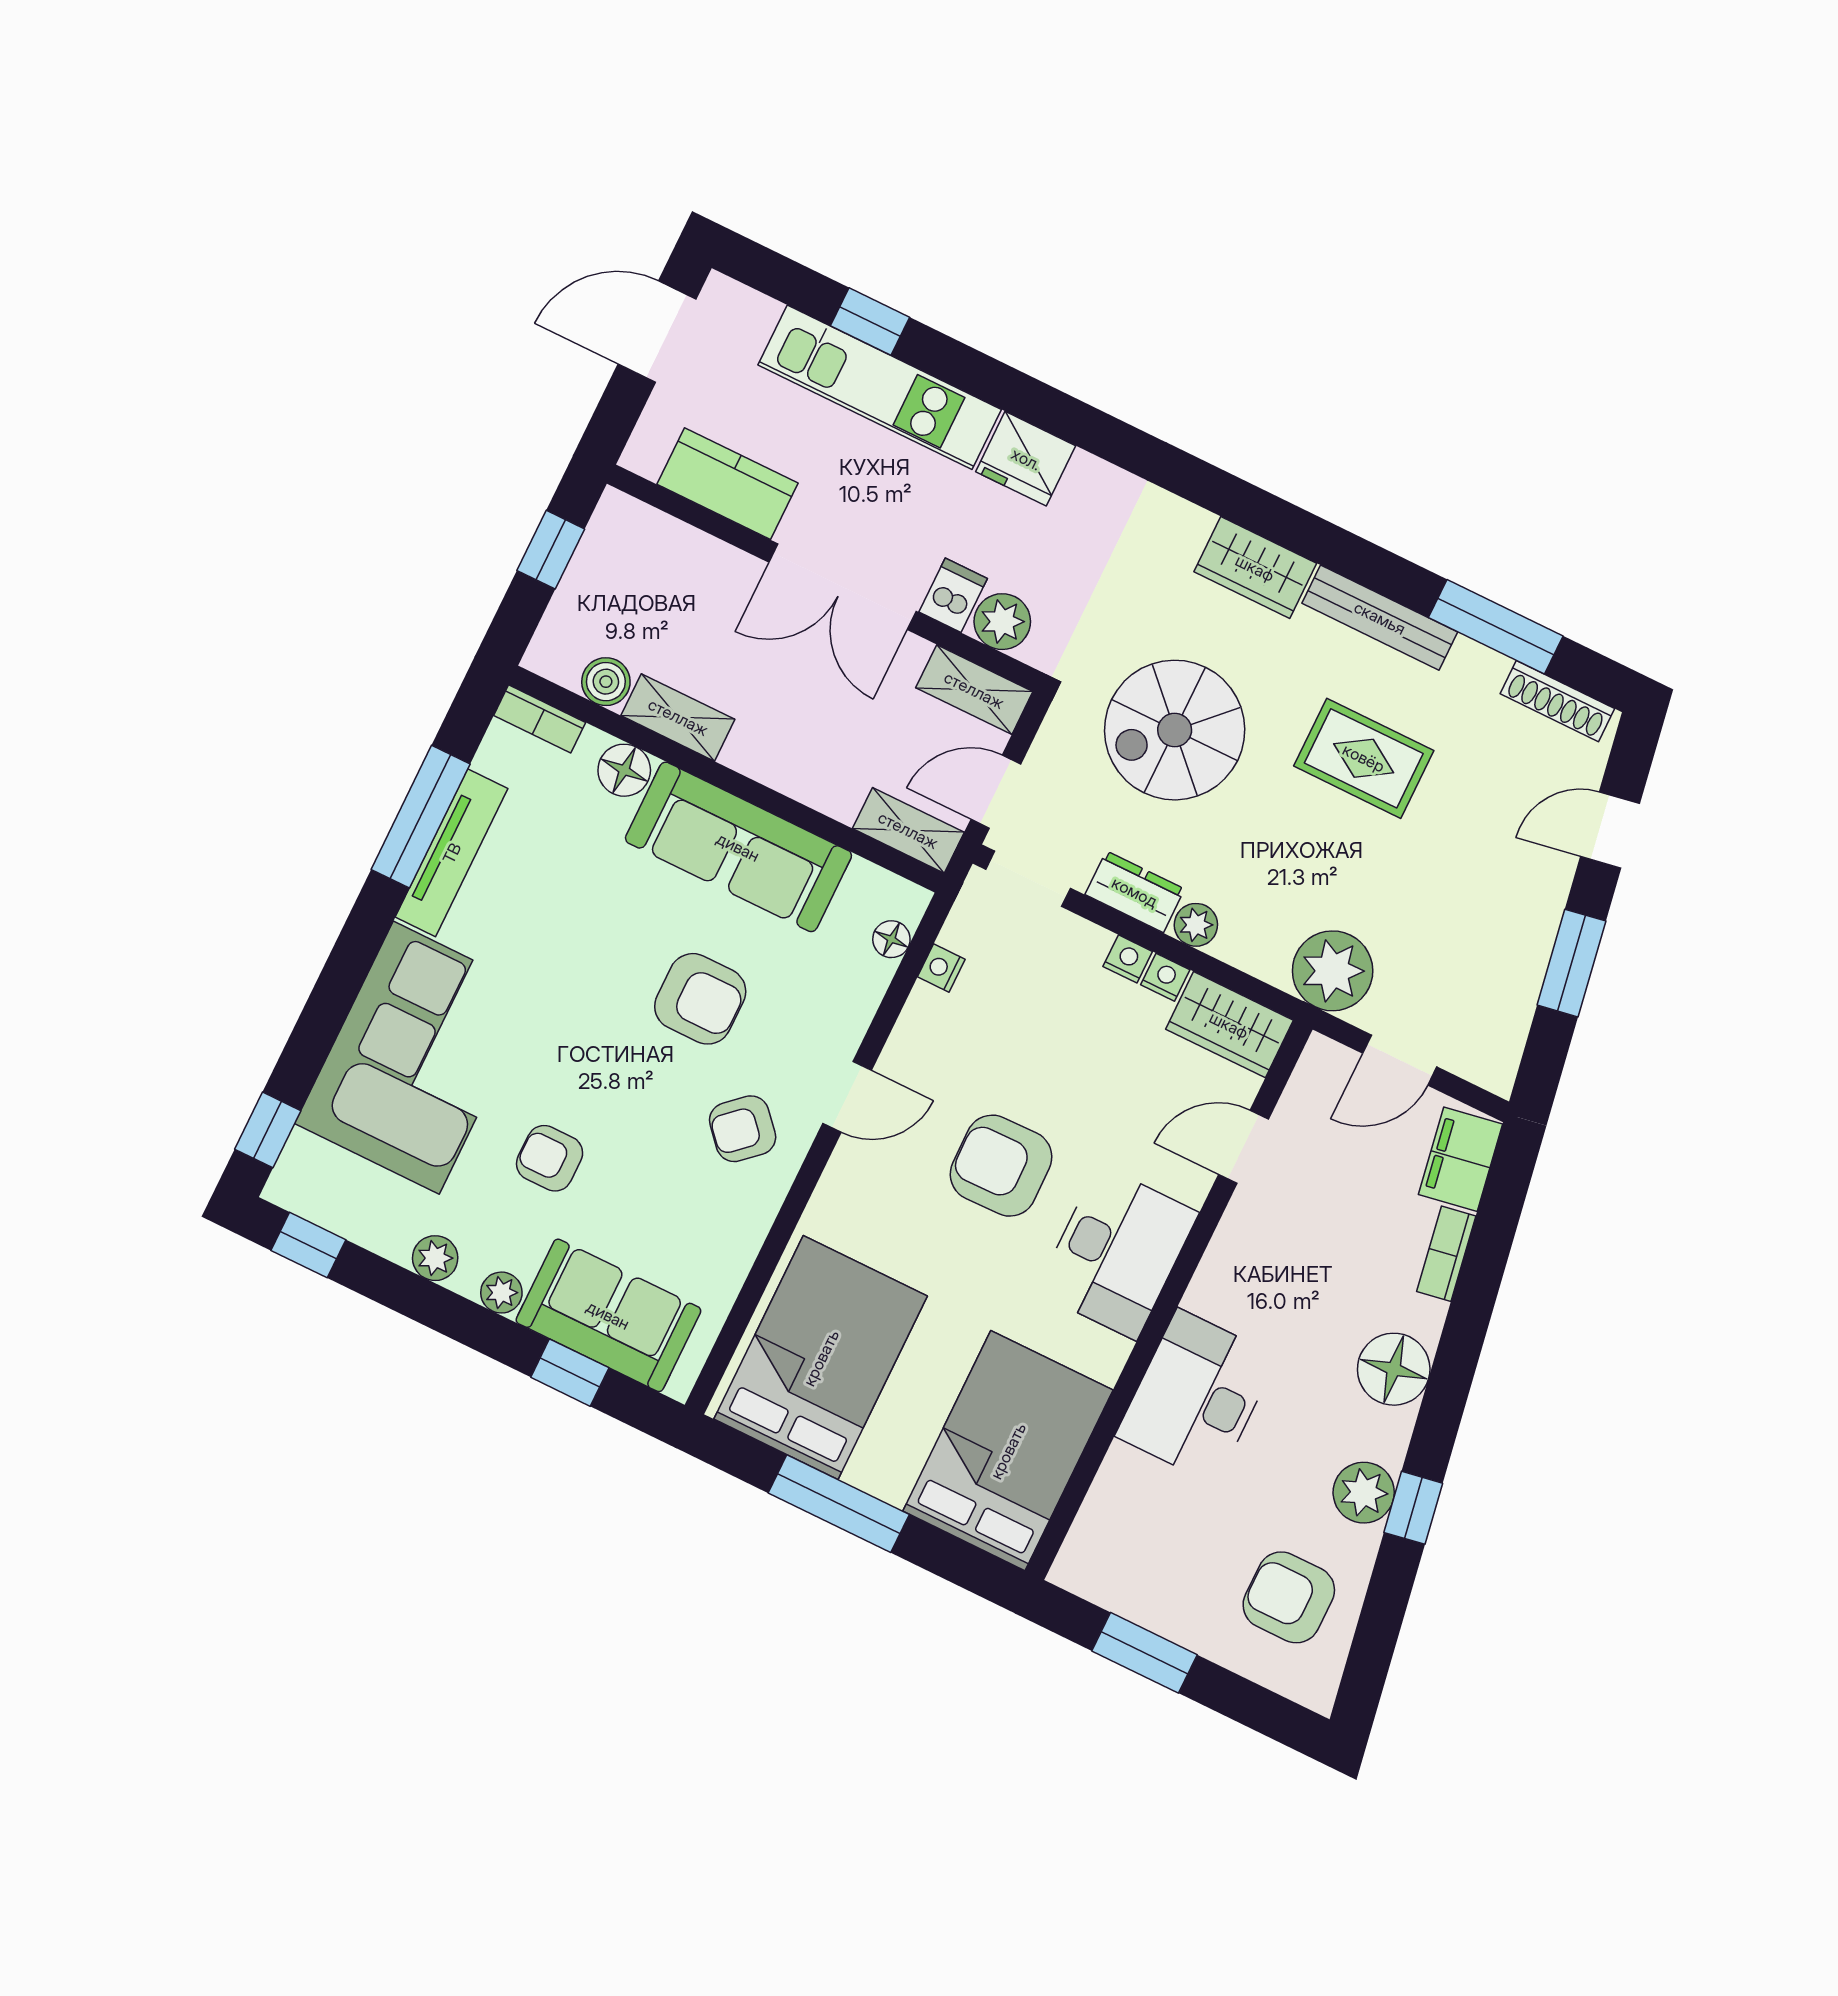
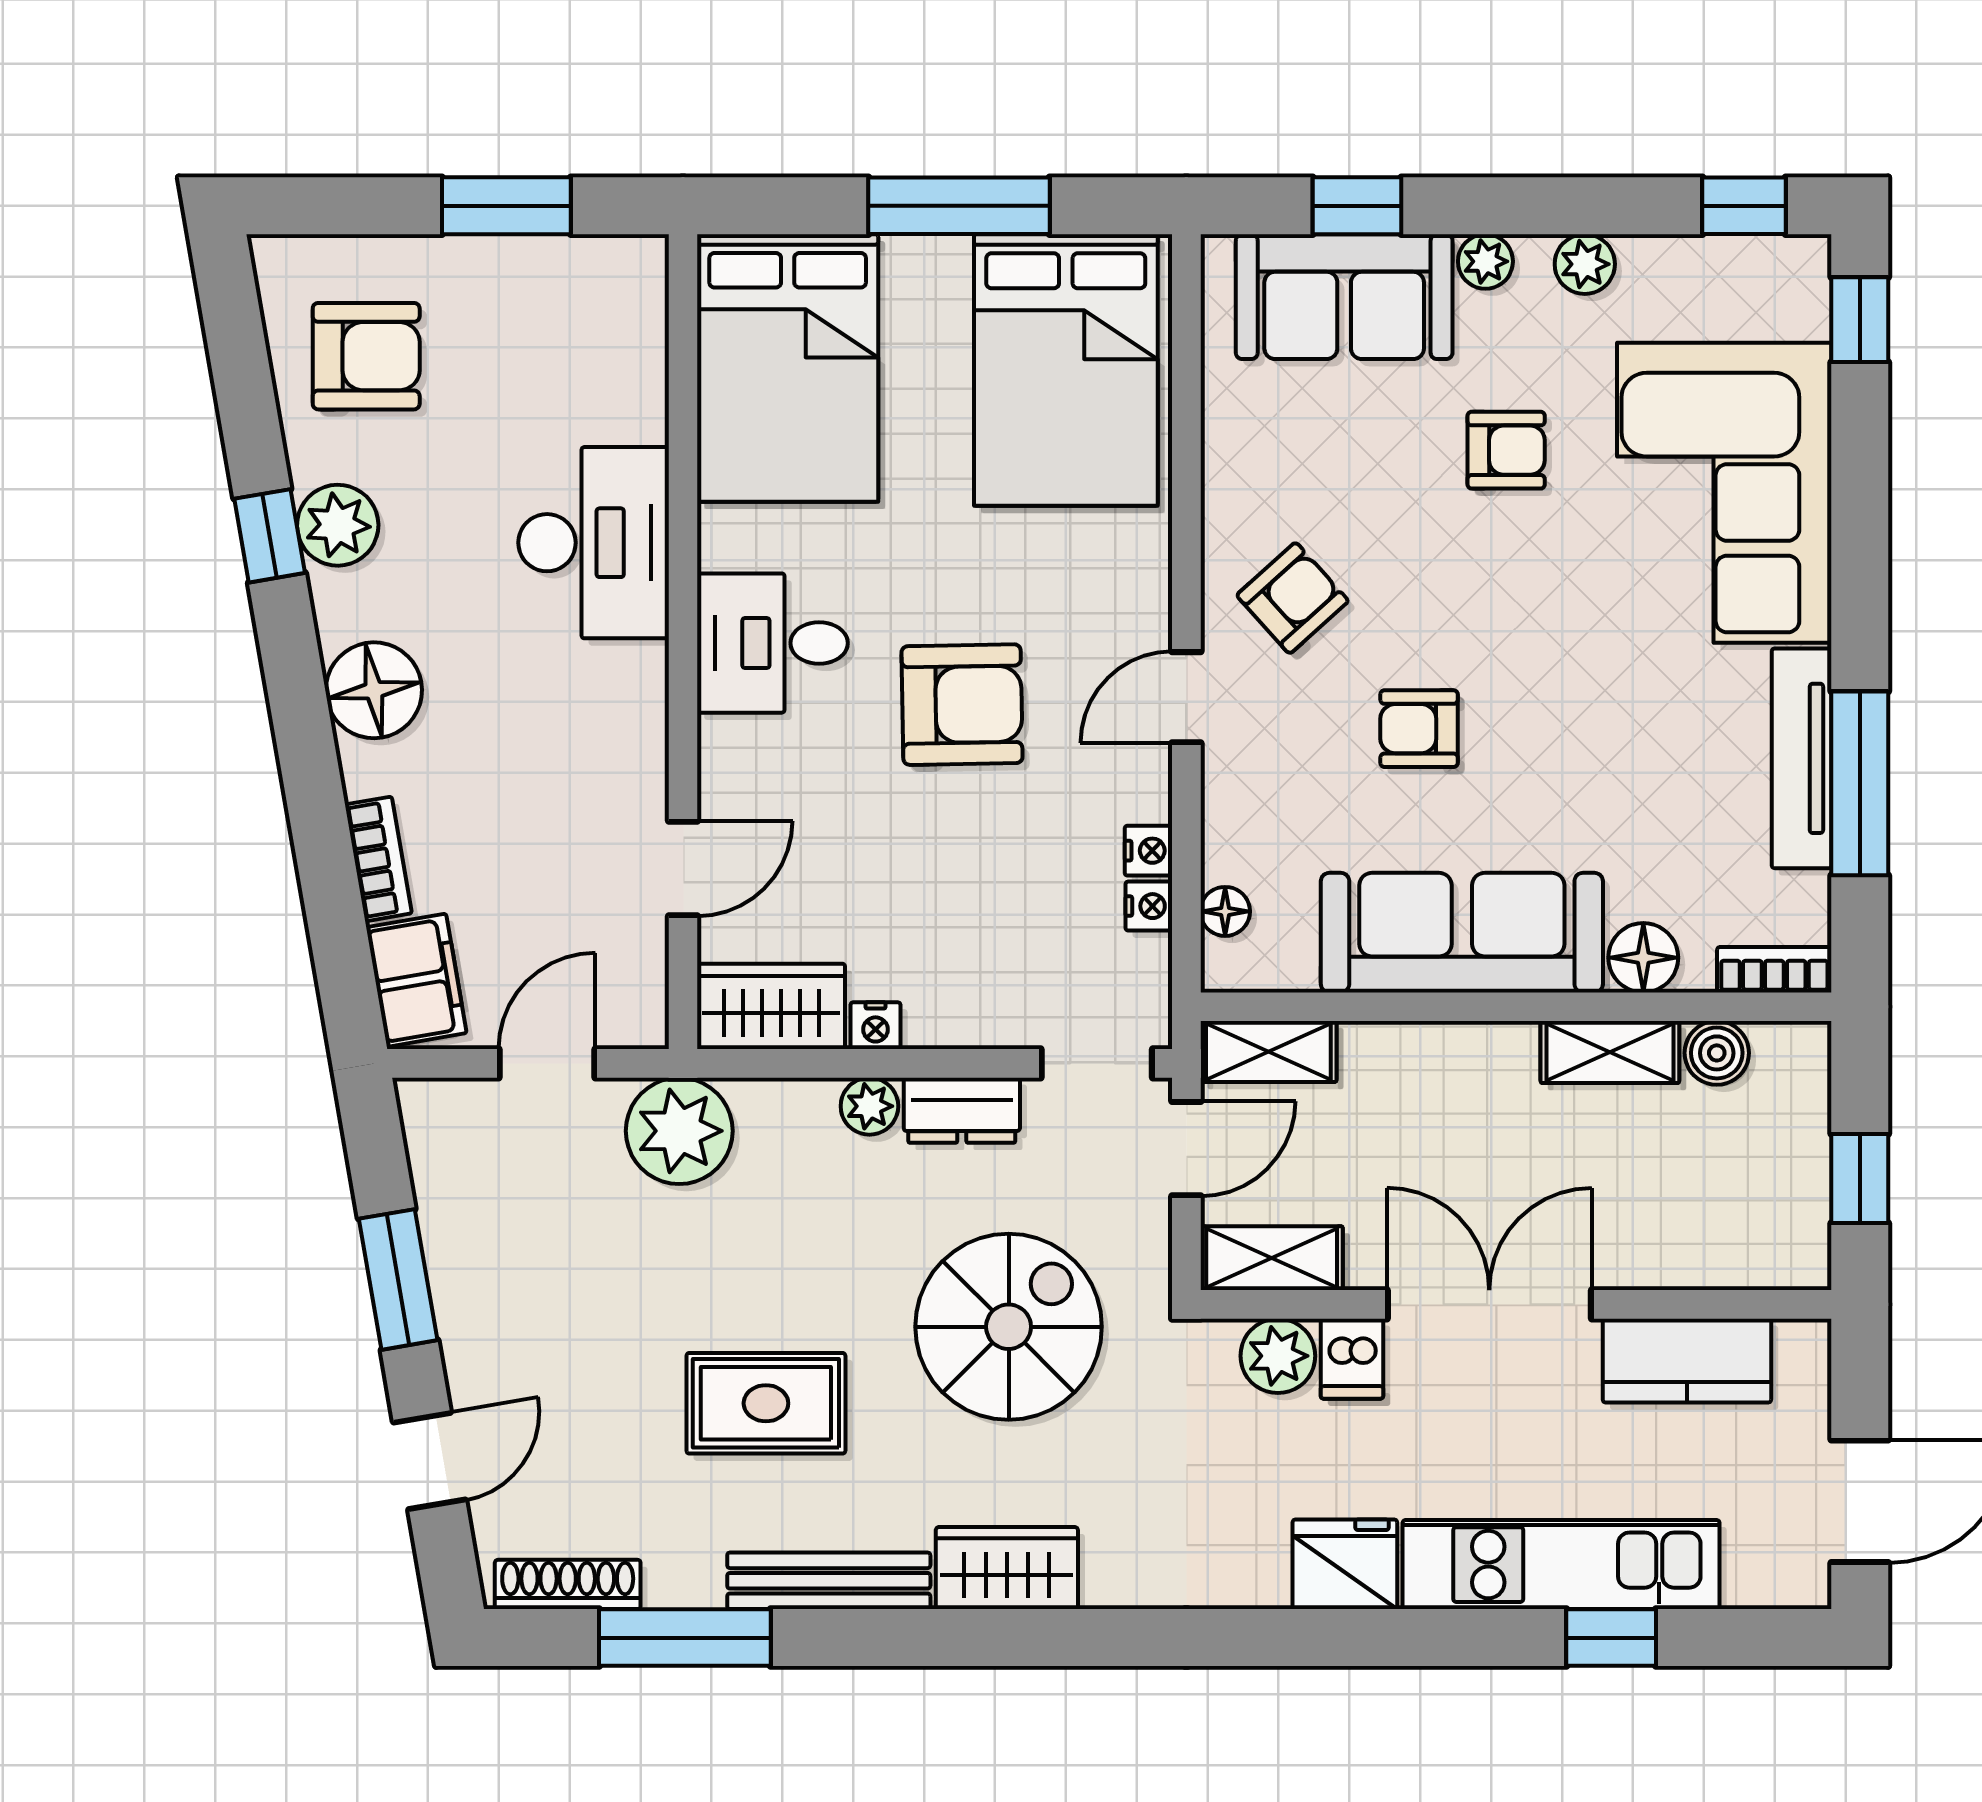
nightstand: (1128, 959) -> (1148, 851), moved, turned -90
armchair: (700, 999) -> (1419, 729), width x0.72, depth x0.72
desk: (1117, 1252) -> (772, 643), width x0.73

